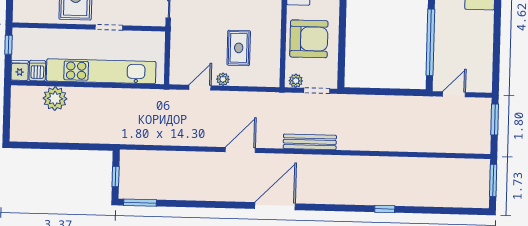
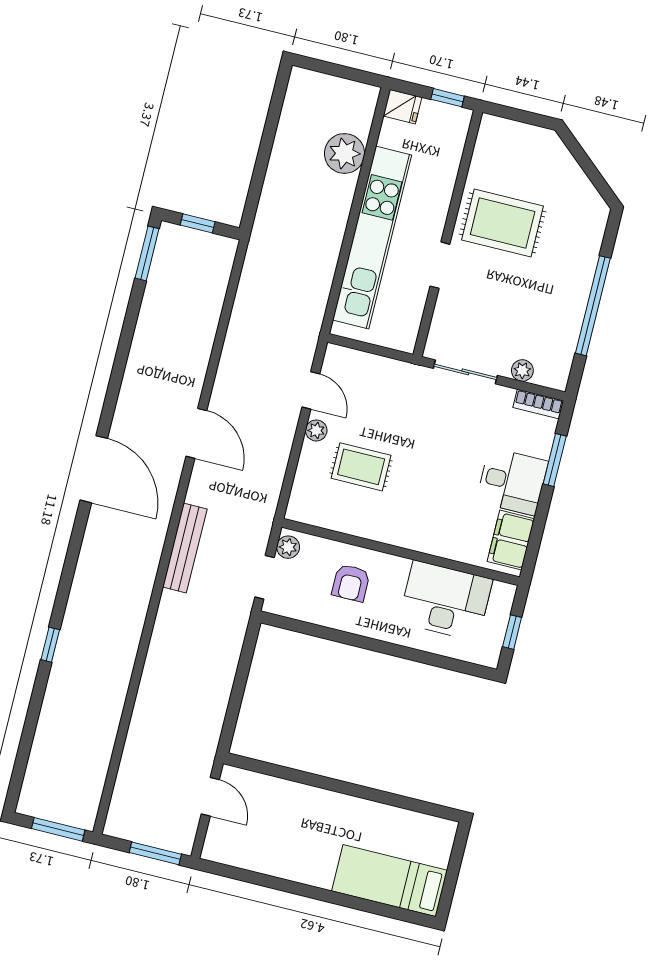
armchair: (309, 39) -> (351, 583), width x0.53, depth x0.53
window: (430, 42) -> (302, 777), removed
dishwasher: (37, 71) -> (396, 135), removed

